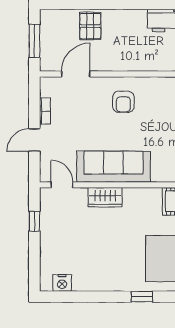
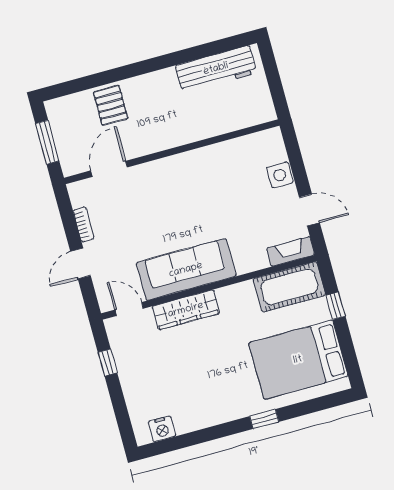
armchair: (123, 102) -> (176, 187), removed
wardrobe: (105, 197) -> (186, 310), width x1.50

